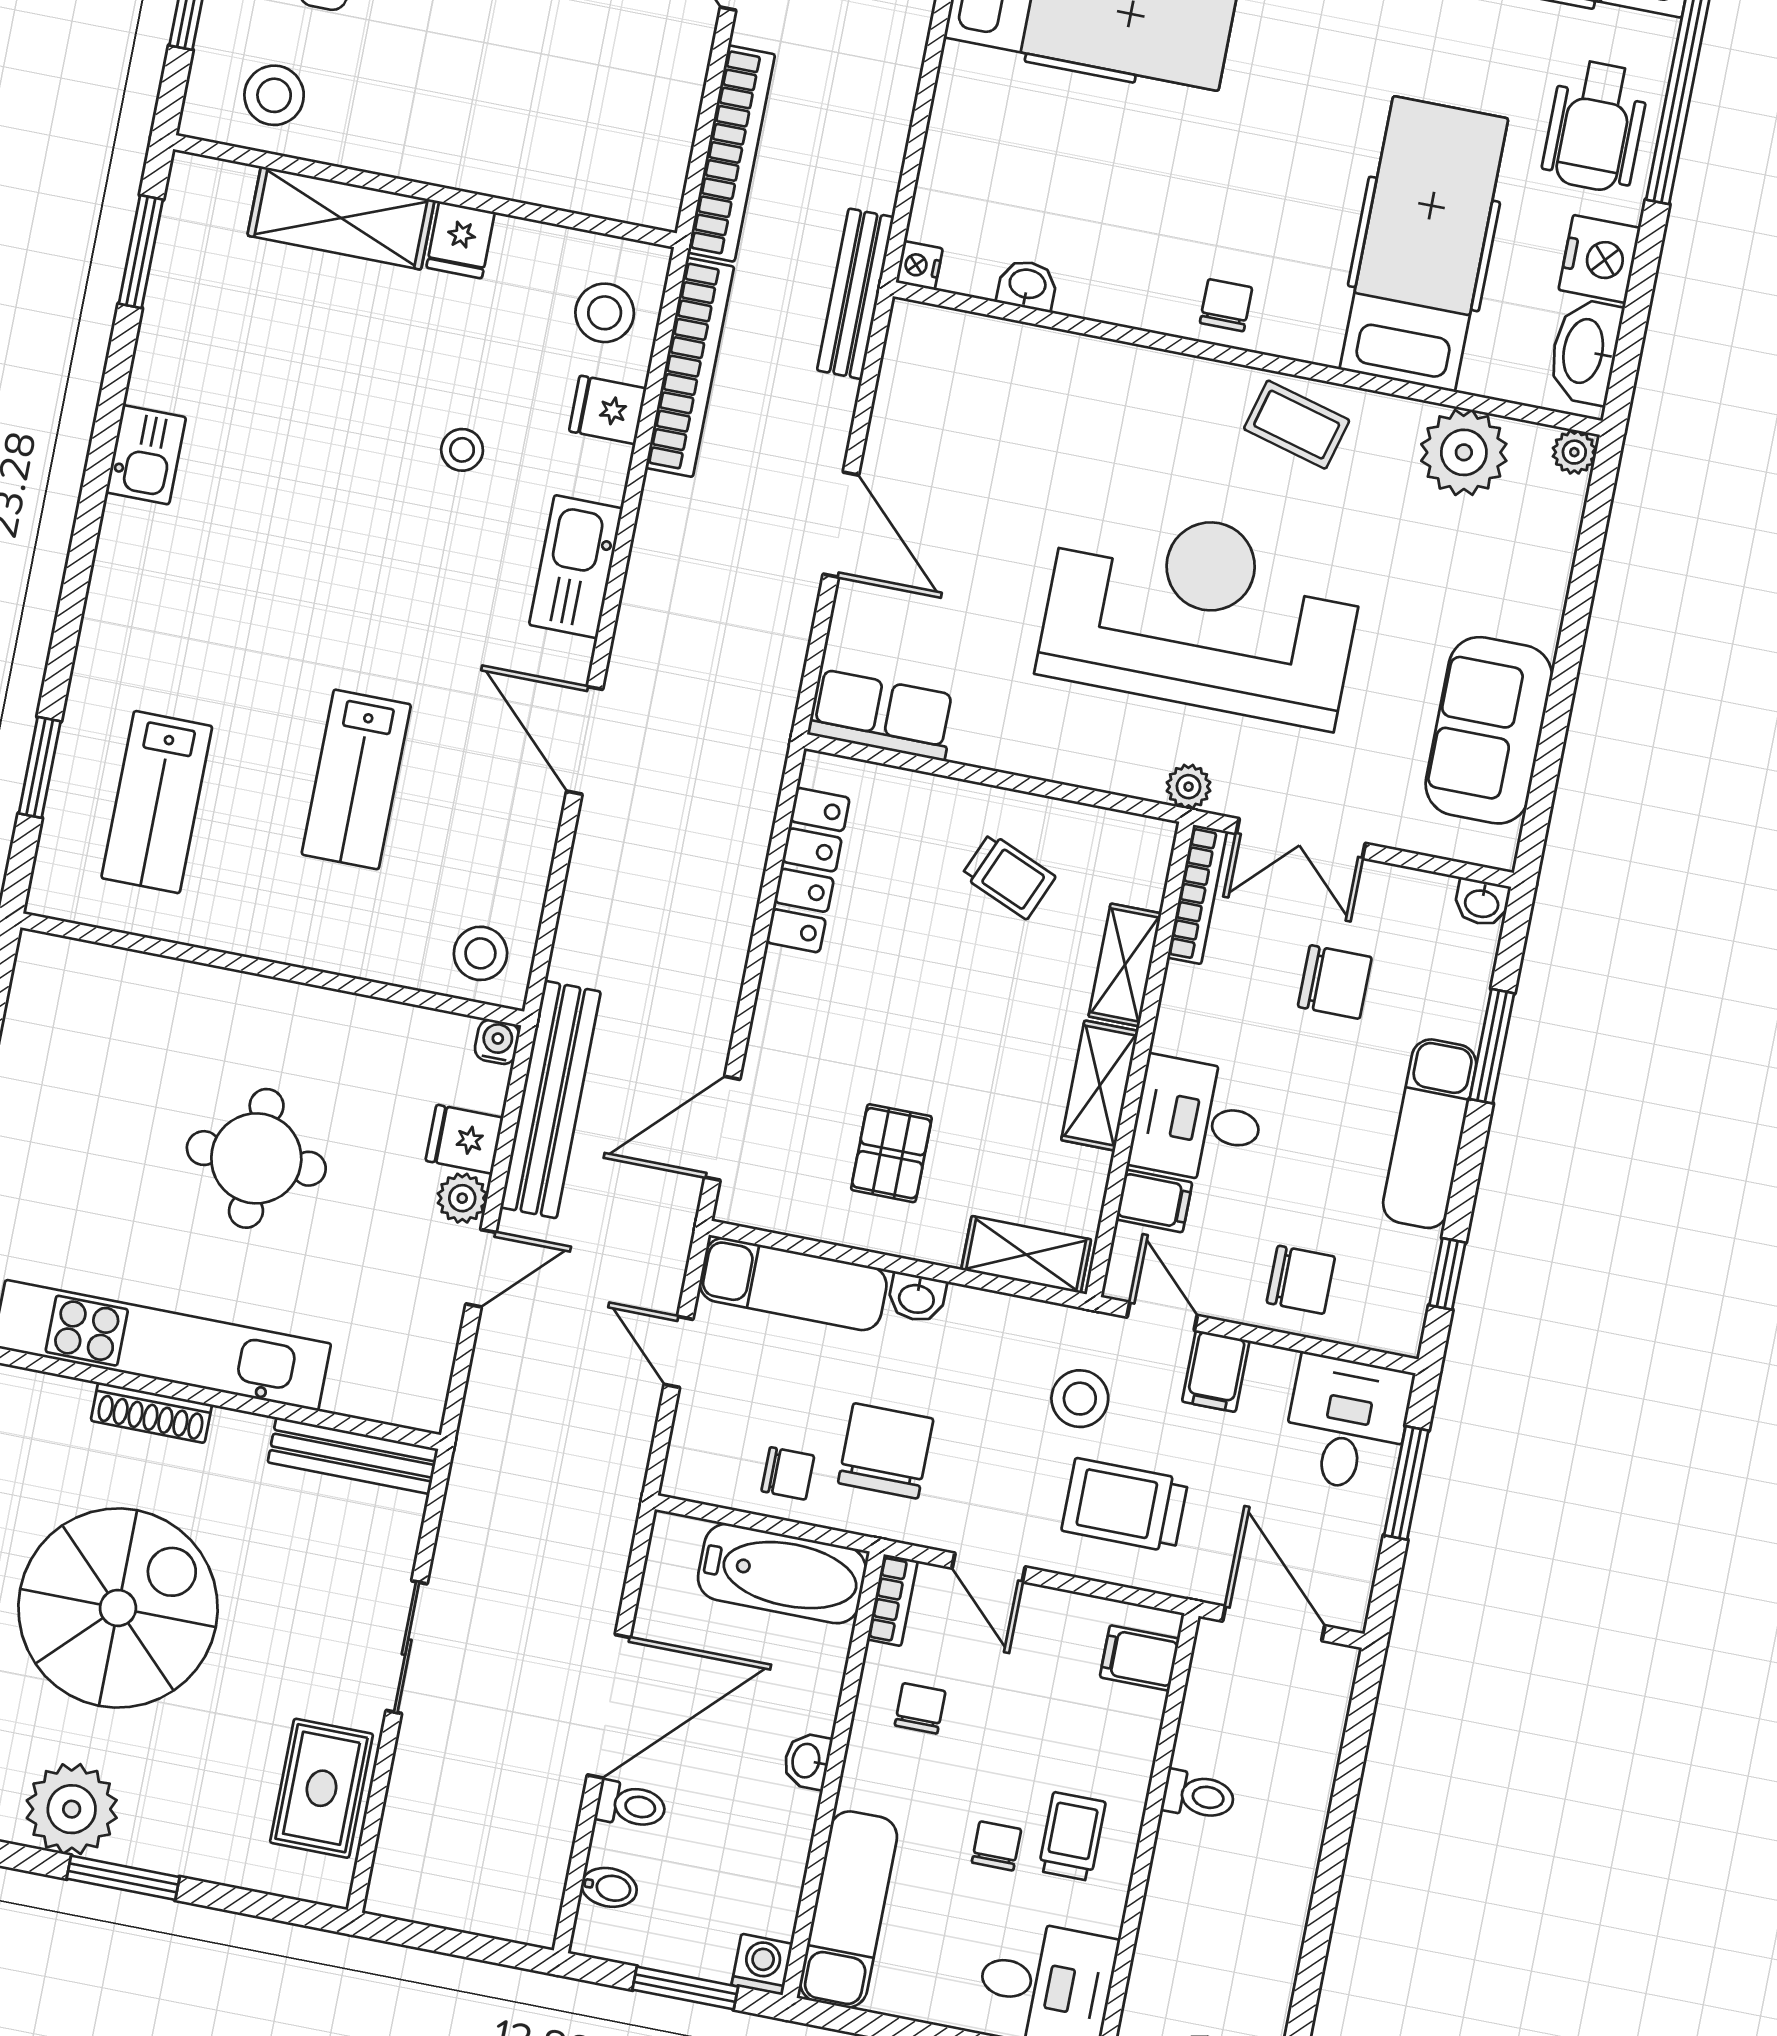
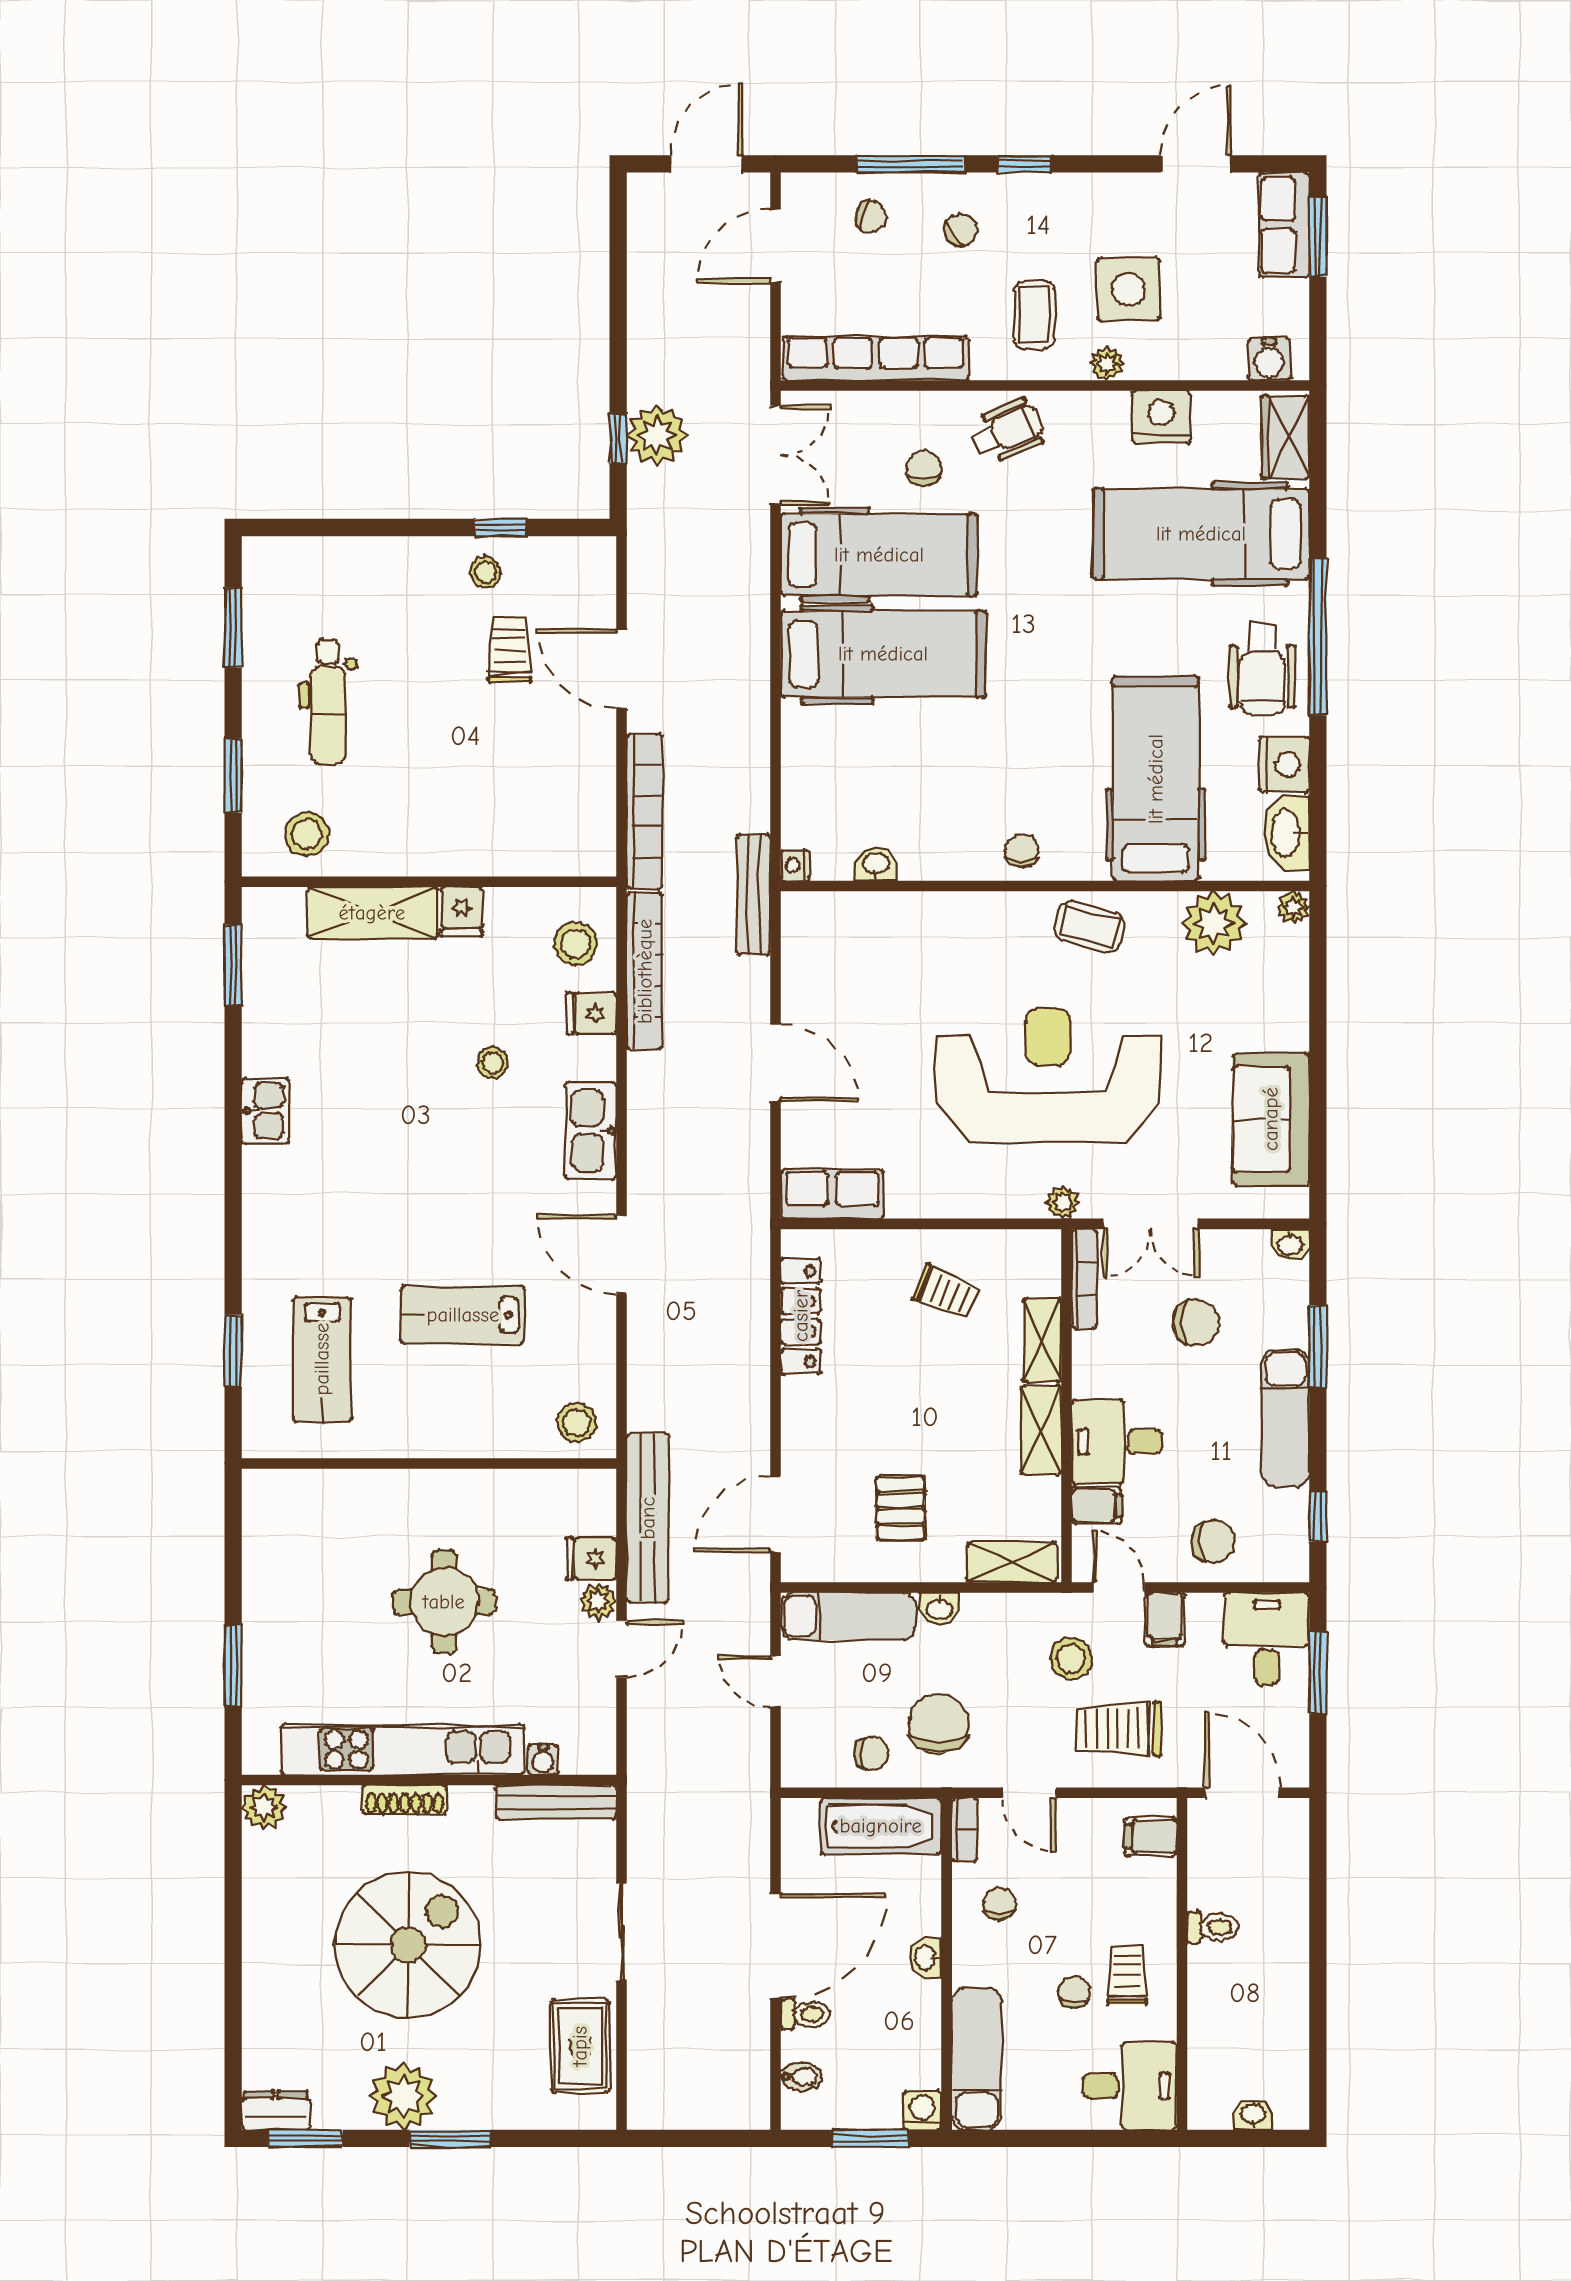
lab bench: (356, 779) -> (463, 1315), turned 90
water cooler: (497, 1042) -> (543, 1760), moved, turned 180

